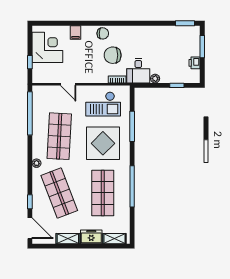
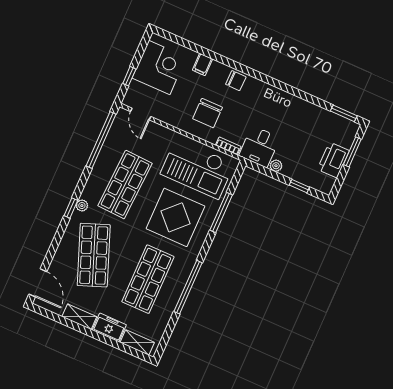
chair: (113, 55) -> (208, 113), moved, turned -90
printer: (194, 63) -> (333, 160), width x1.87, depth x1.48
door: (68, 84) -> (141, 114), moved
checkout: (103, 104) -> (197, 169), width x1.36, depth x1.21
window: (30, 202) -> (71, 208), moved

